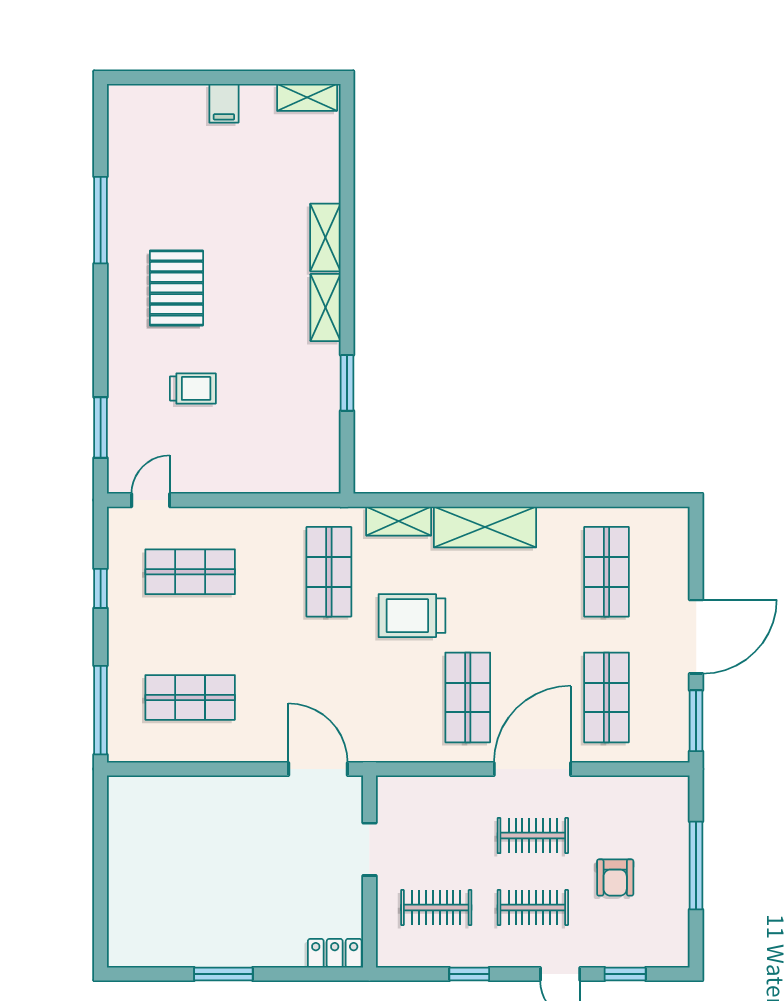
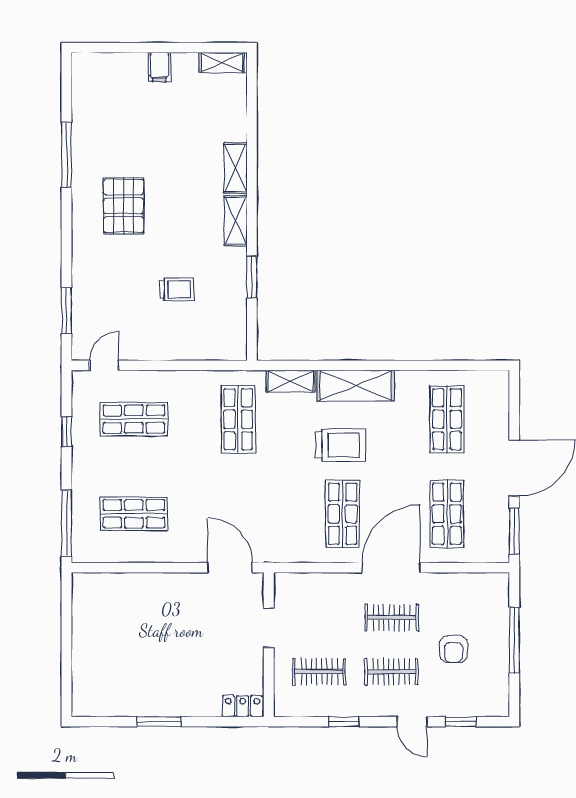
trolley: (193, 388) -> (177, 289), moved
trolley: (412, 616) -> (340, 445), moved, turned 180

